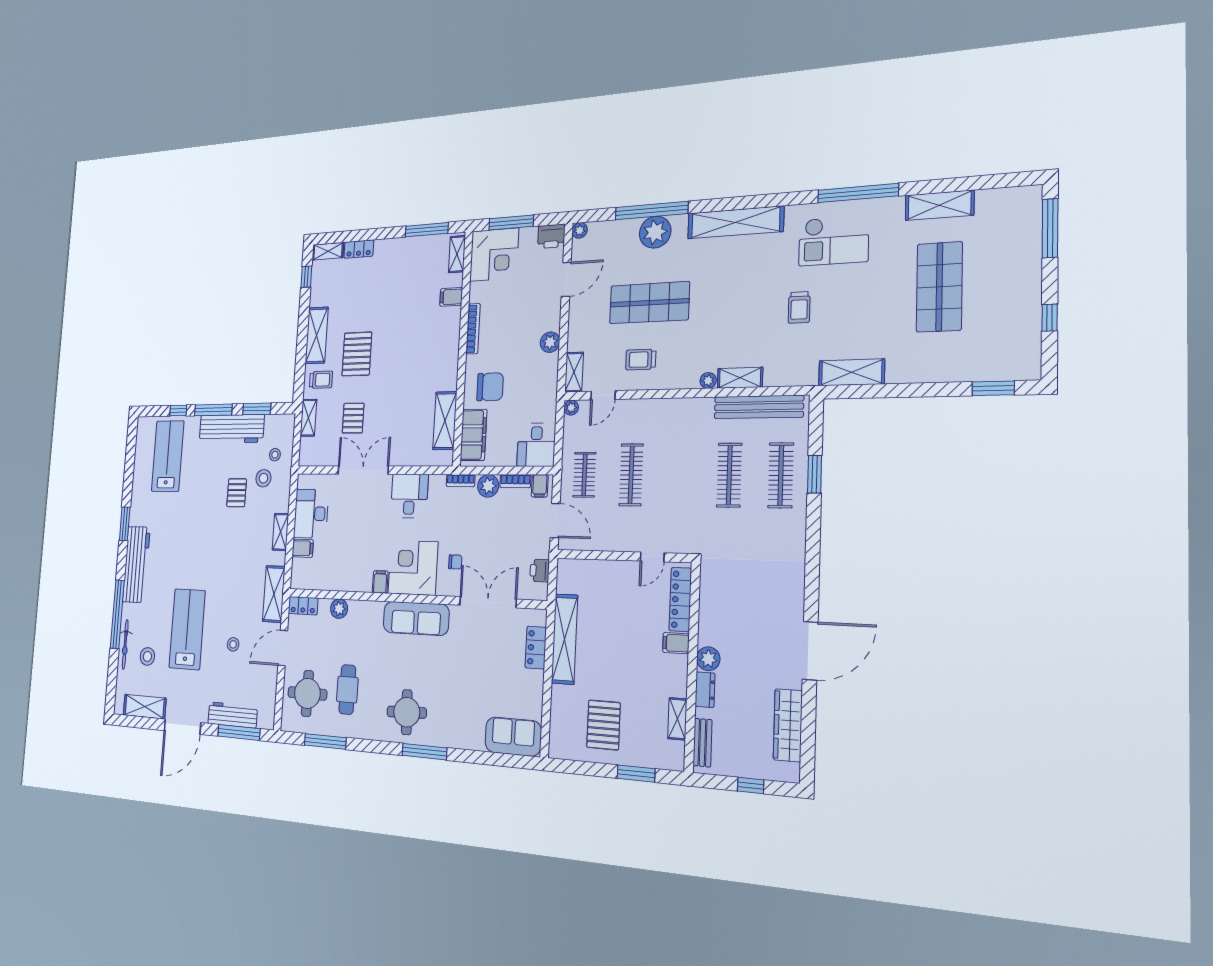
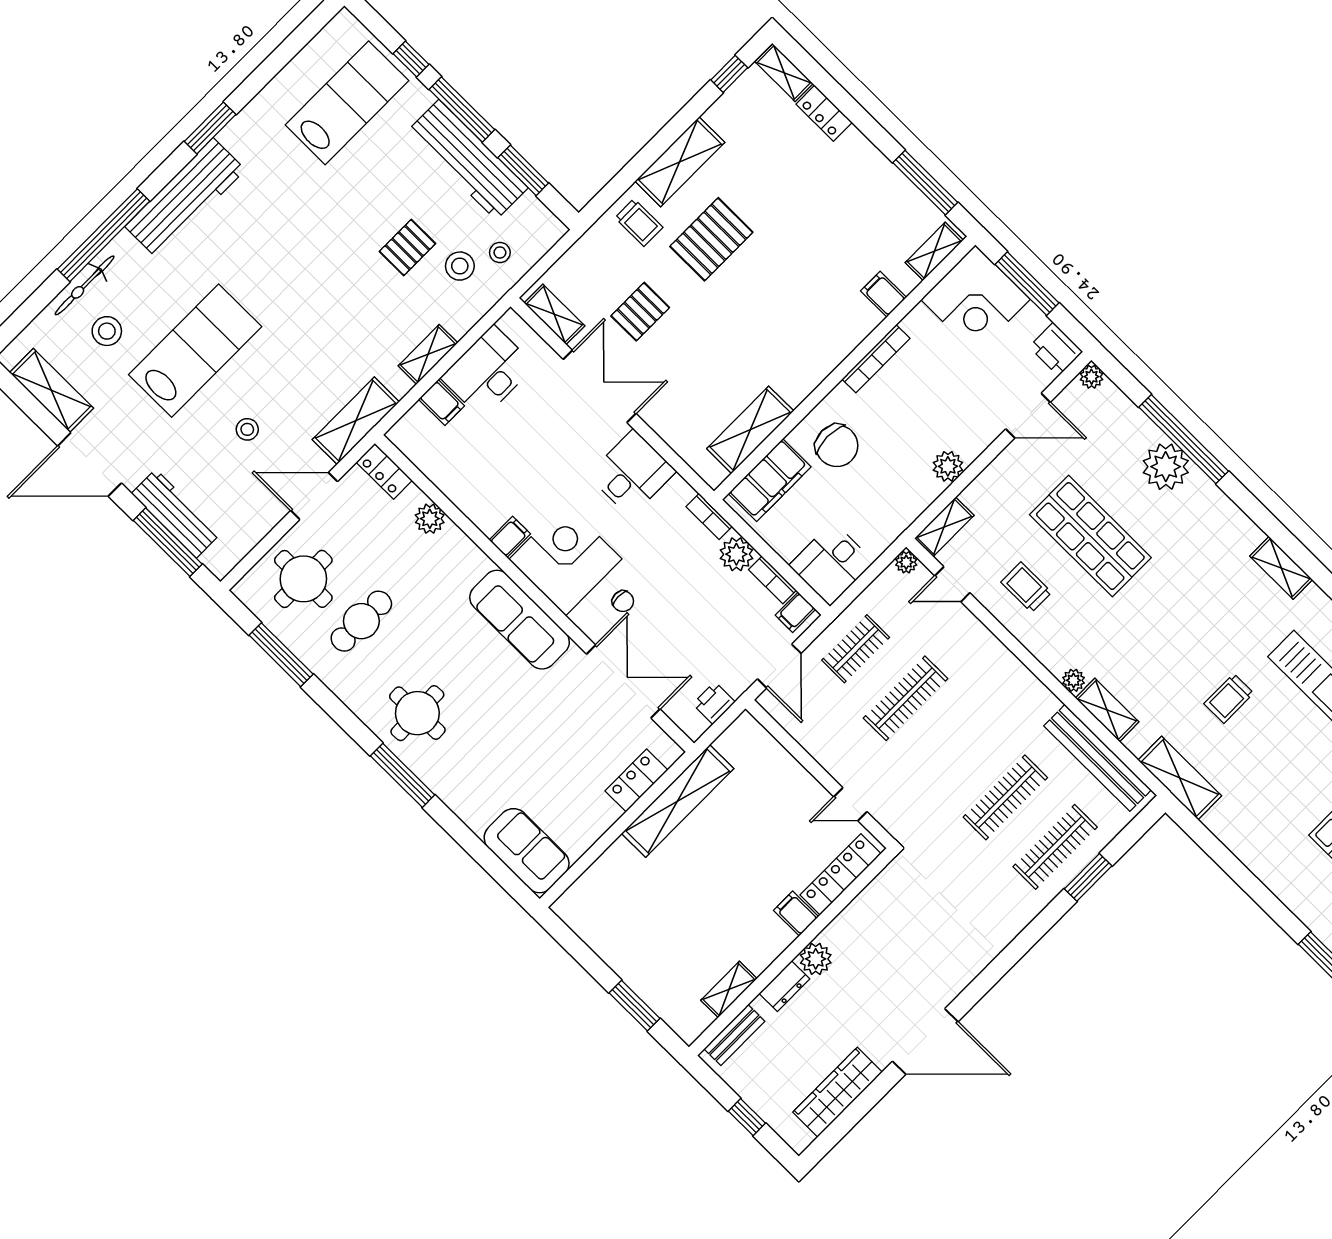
shelving: (735, 222) -> (1281, 568), width x0.45, depth x0.75
shelving: (852, 372) -> (1180, 778), moved
shelving: (308, 418) -> (554, 314), moved, turned 90
pallet: (604, 725) -> (642, 927), removed

